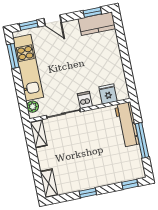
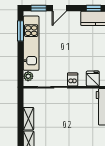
door: (53, 20) -> (59, 8), hinge flipped
shelving: (39, 134) -> (29, 119), moved

